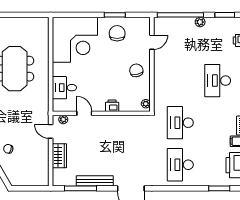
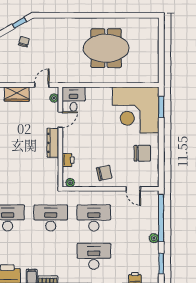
window: (115, 15) -> (161, 107), moved
desk: (180, 81) -> (94, 218), added
desk: (64, 88) -> (74, 99), moved
printer: (112, 106) -> (68, 160), moved
dresser: (107, 121) -> (53, 143), added

